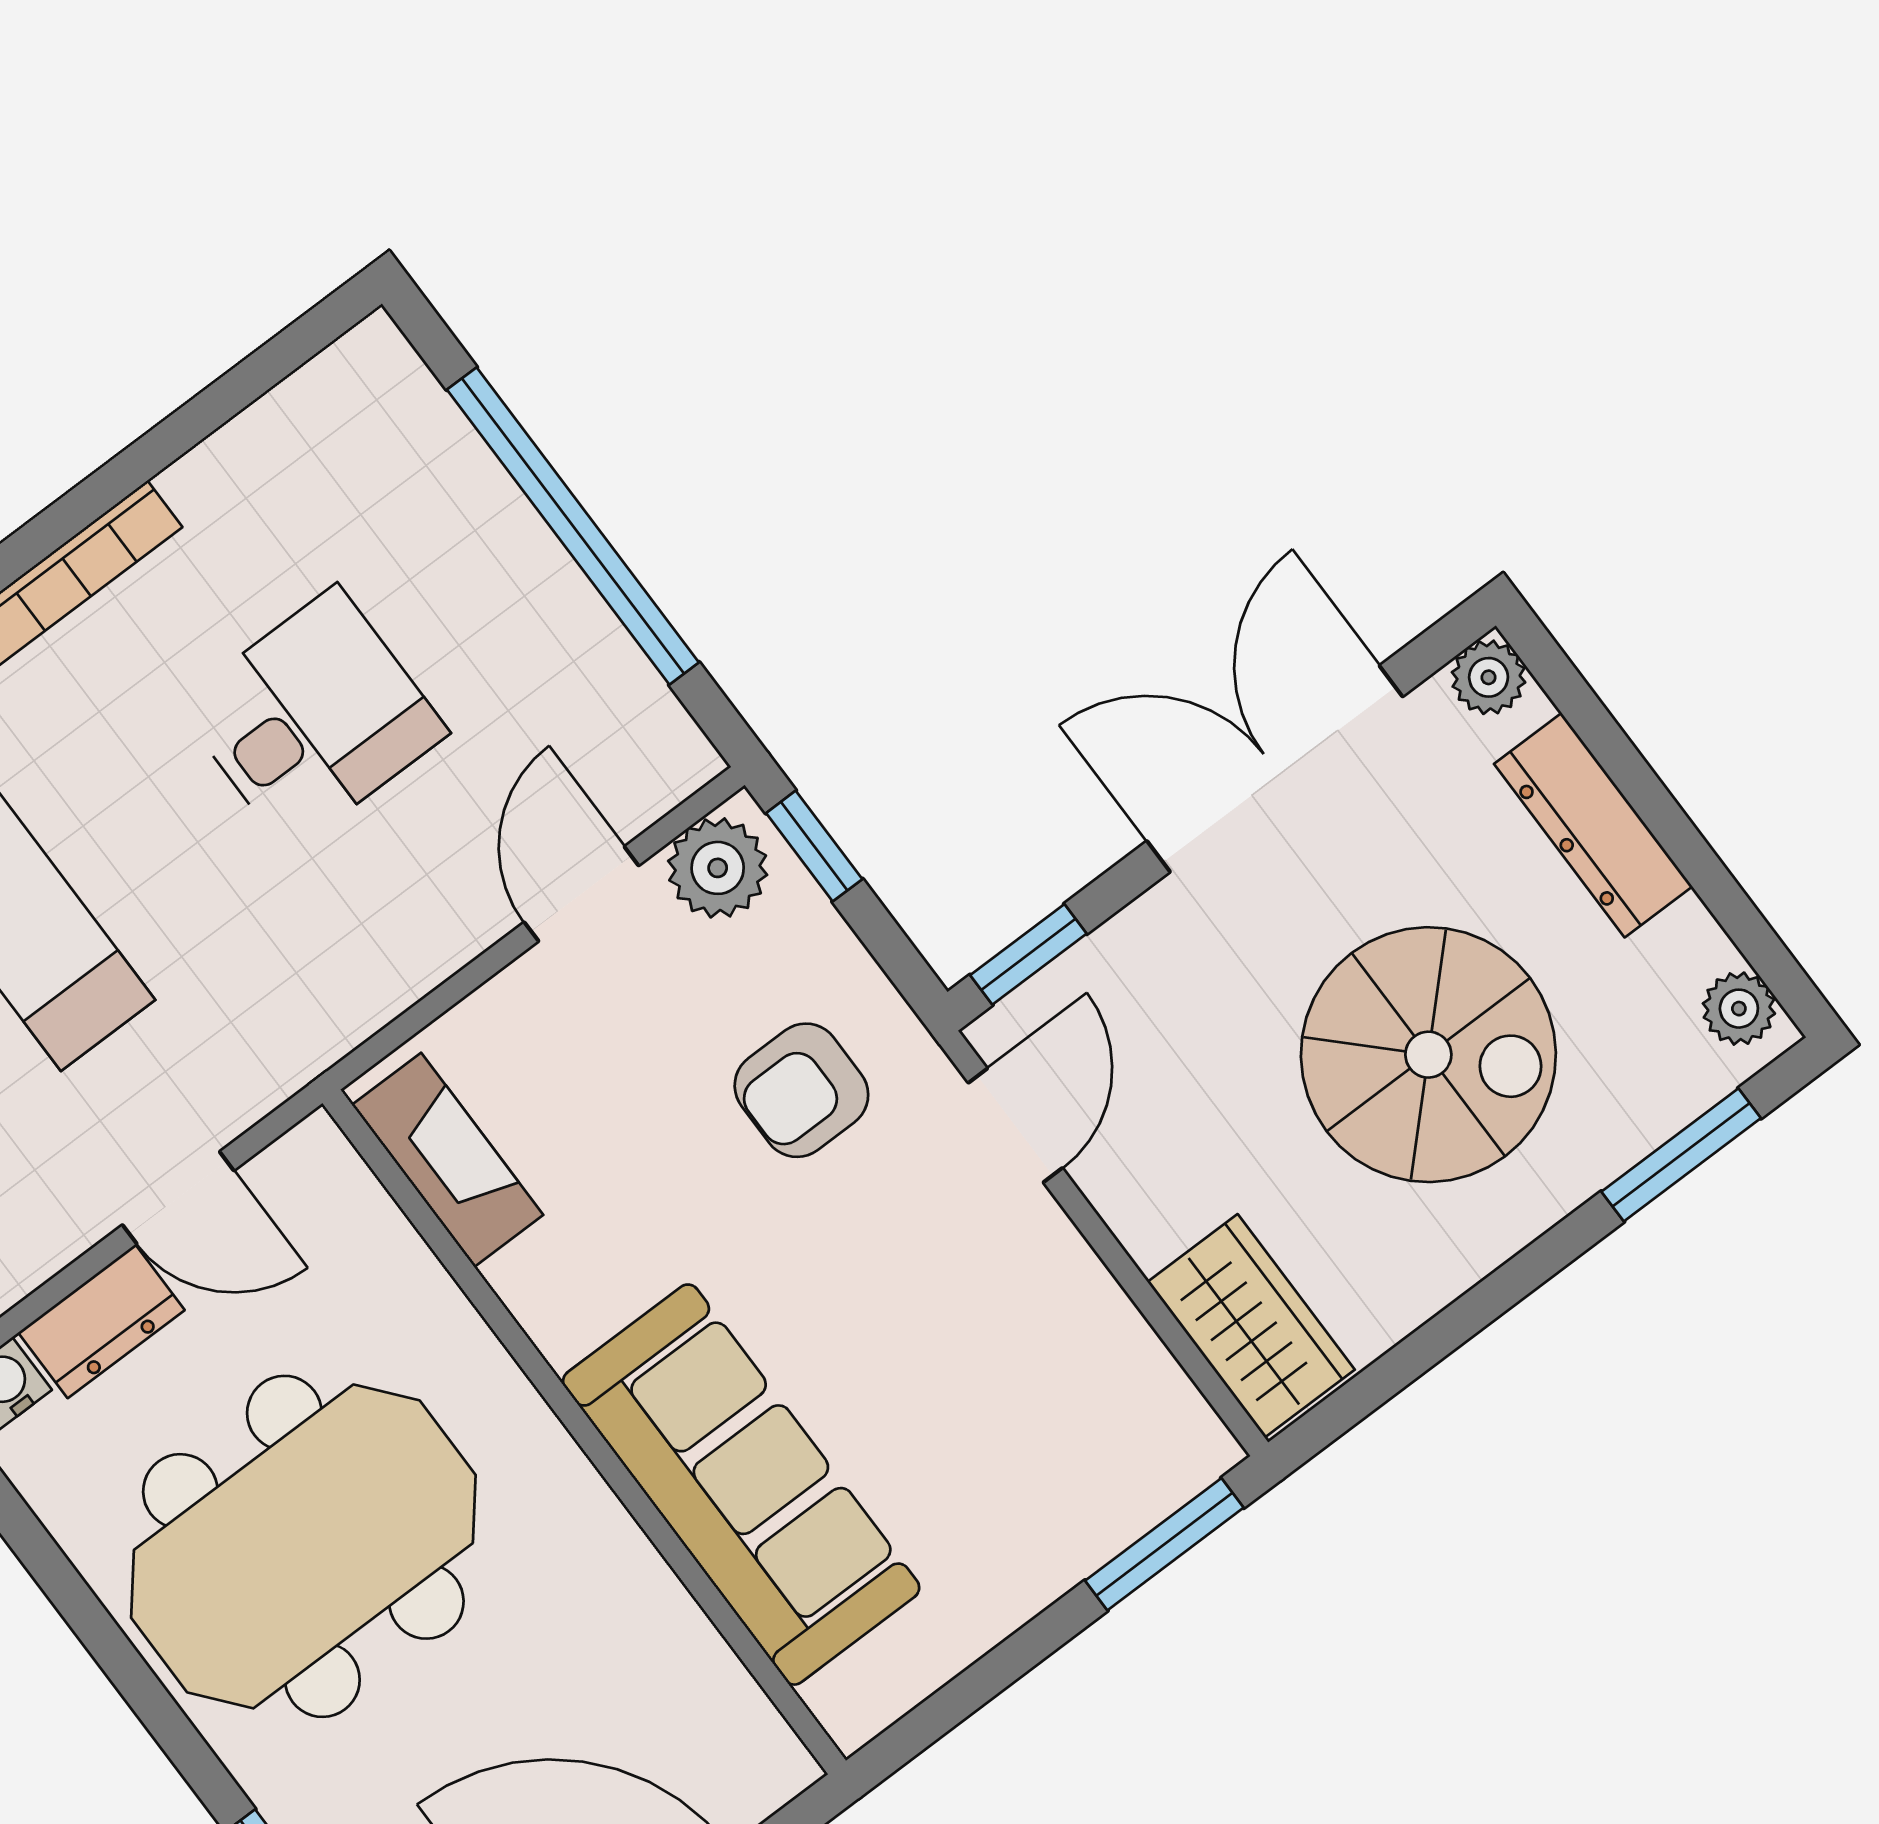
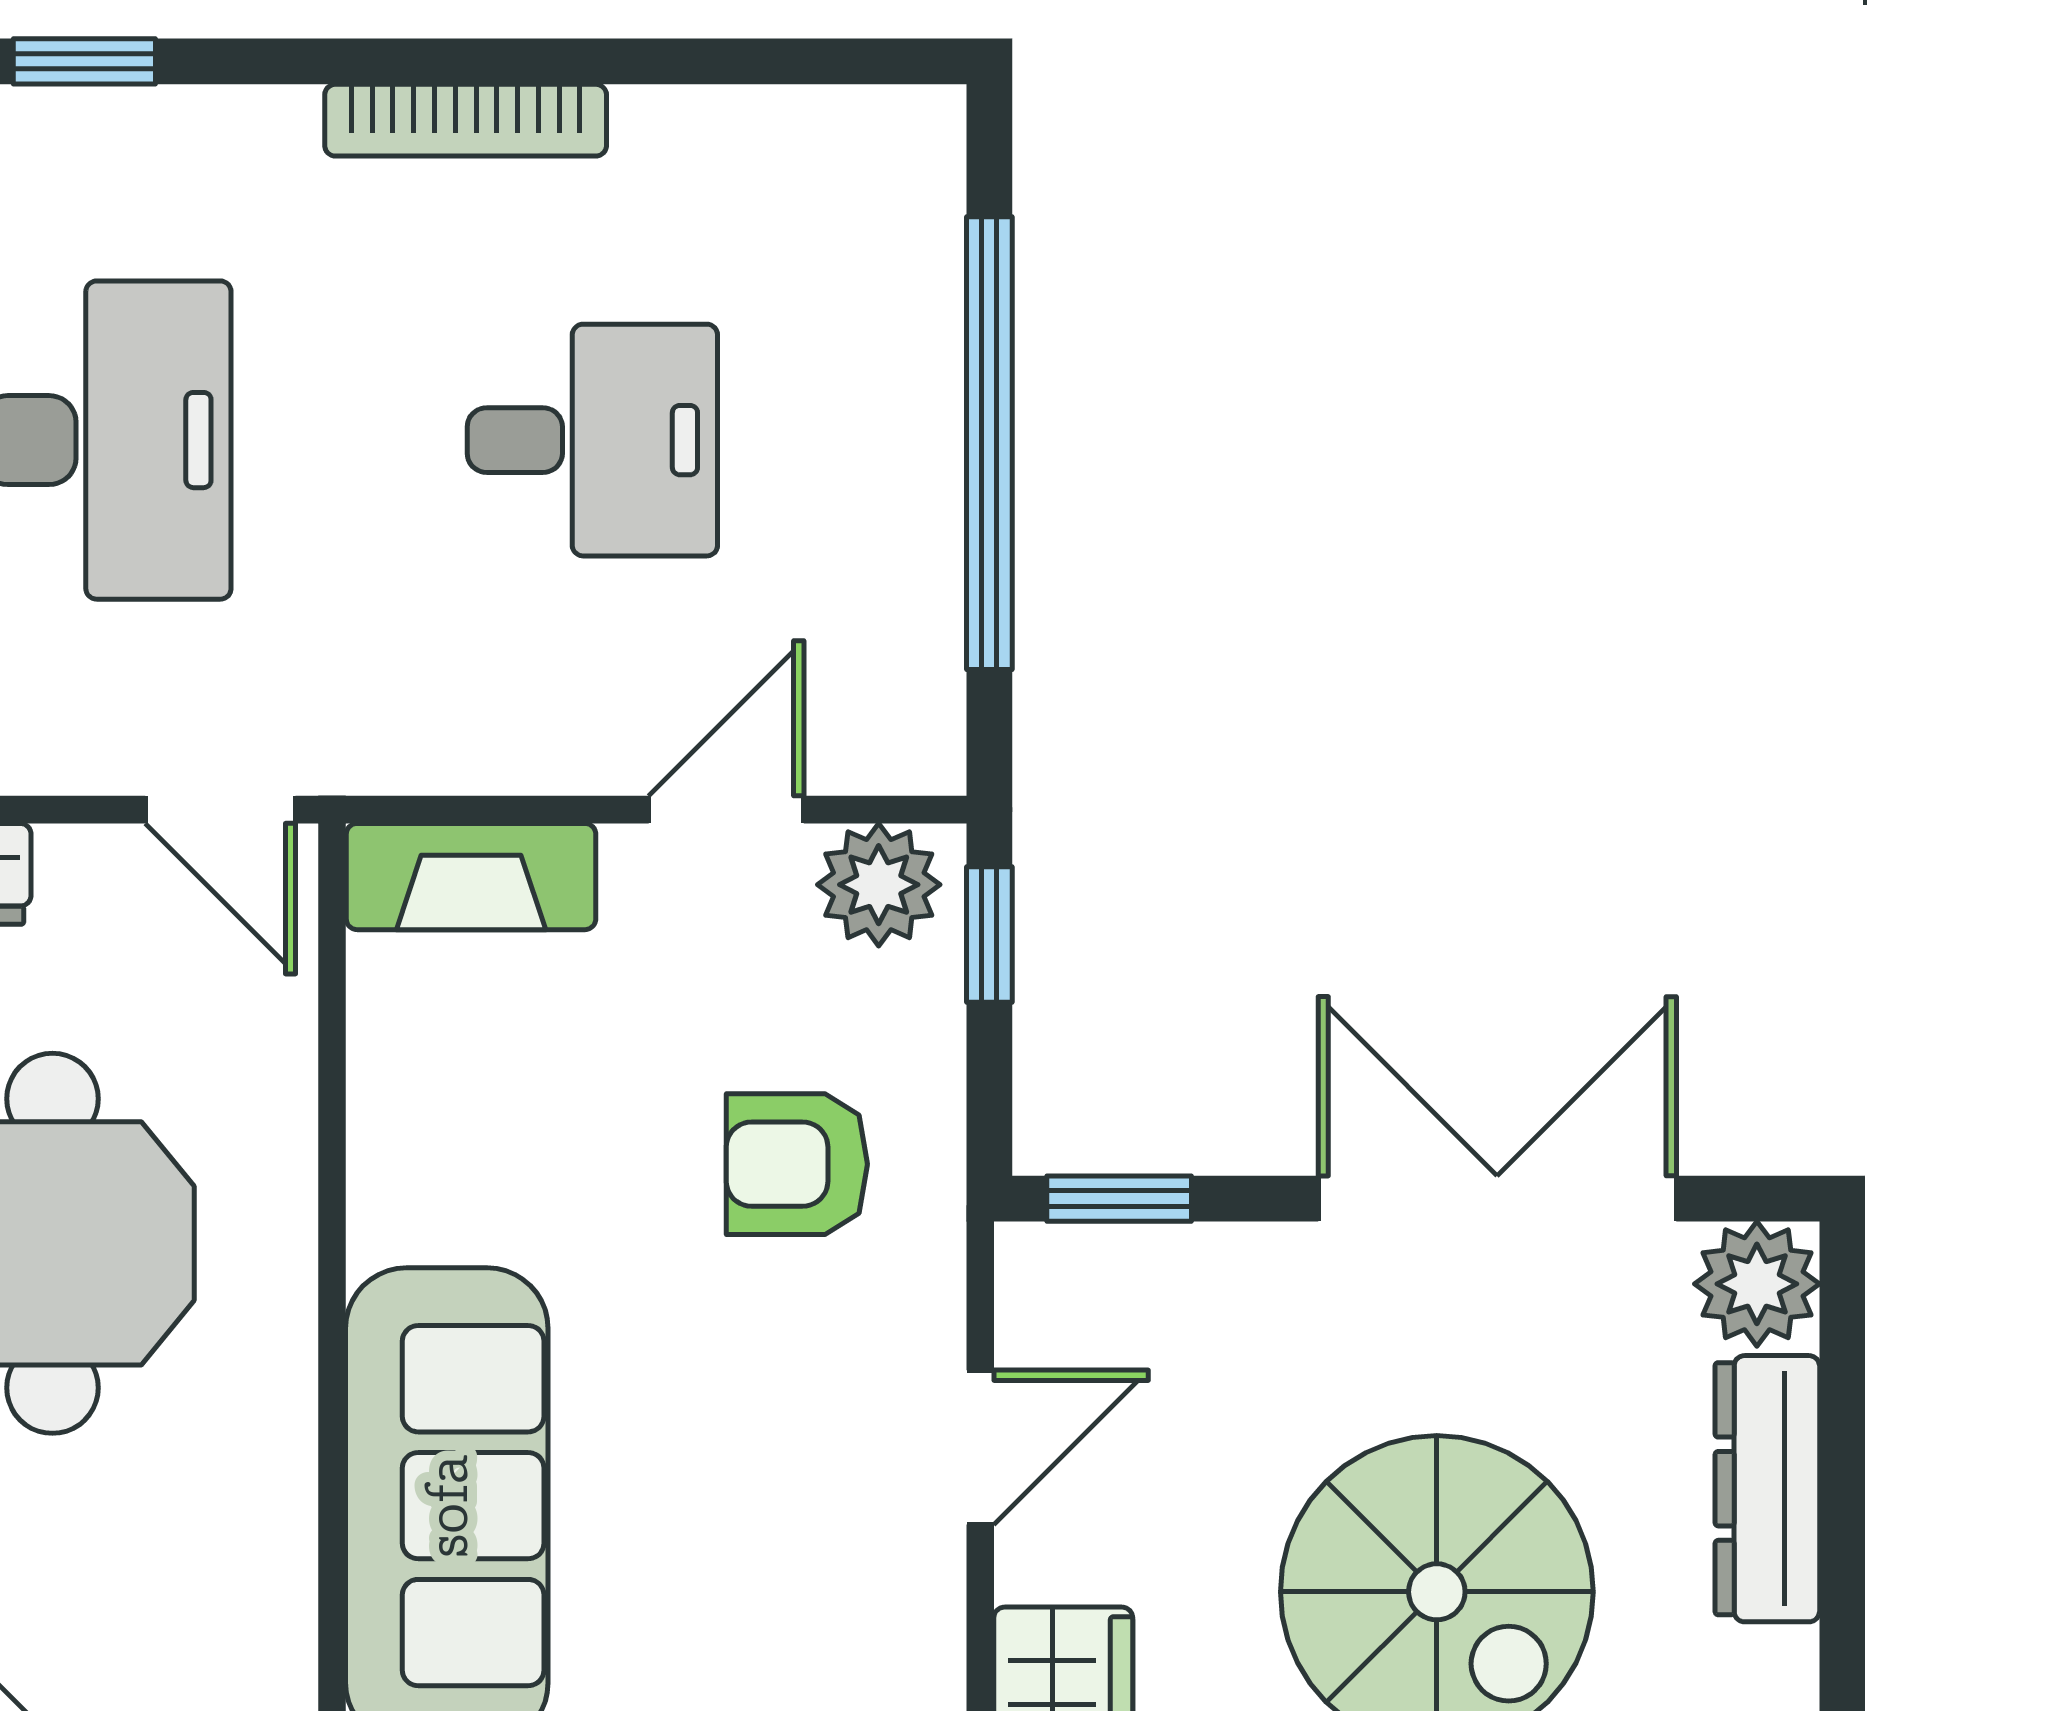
plant: (1489, 677) -> (1757, 1284), width x1.38, depth x1.38
door: (1015, 1125) -> (980, 1447), moved
fireplace: (448, 1160) -> (471, 877), moved, turned 90
door: (178, 1198) -> (220, 810), moved

